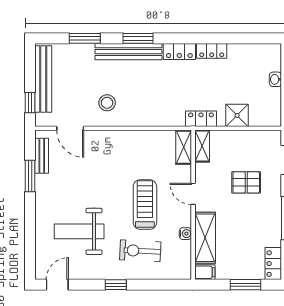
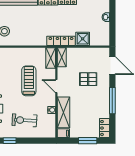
locker: (201, 119) -> (61, 41), width x1.53
treadmill: (145, 205) -> (29, 81), moved

